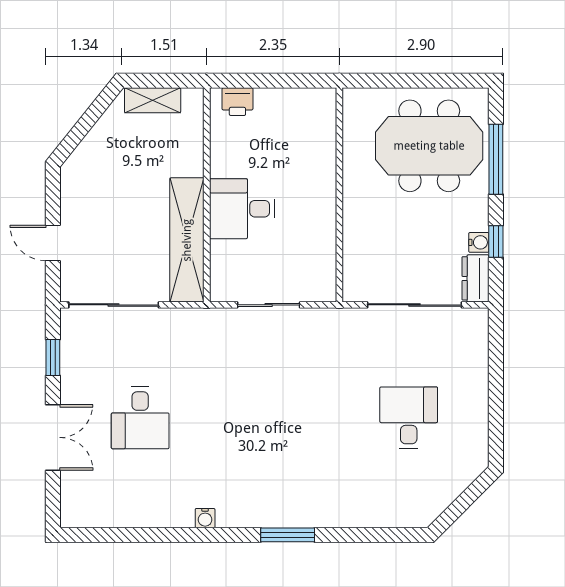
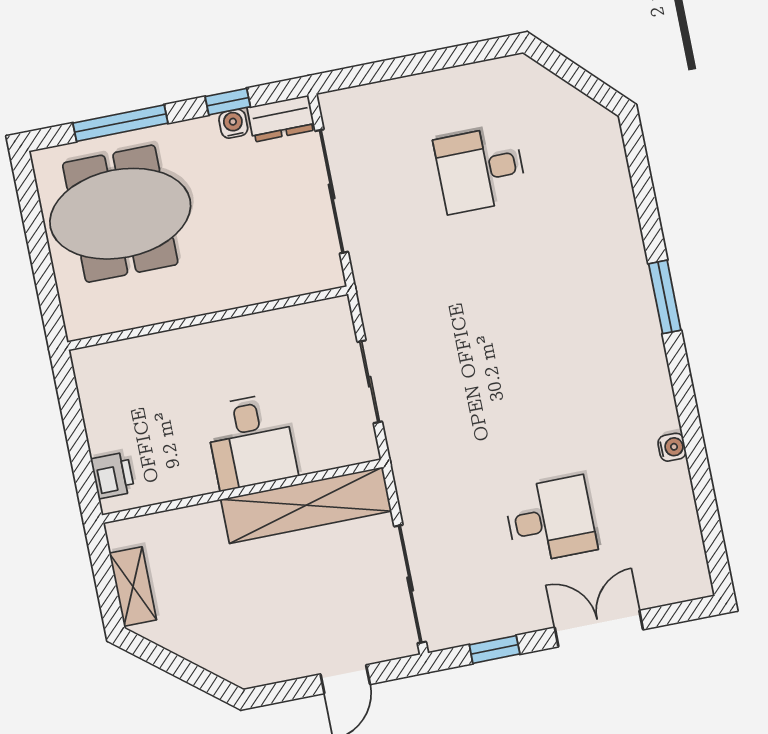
meeting table: (429, 146) -> (120, 214), turned 90
water cooler: (205, 518) -> (672, 447), moved

